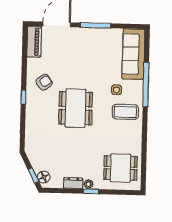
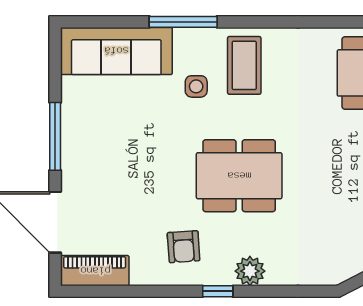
armchair: (44, 82) -> (184, 247), turned -149
window: (146, 85) -> (183, 22), width x0.68
plant: (32, 112) -> (250, 271), added

